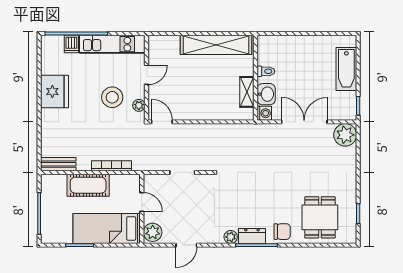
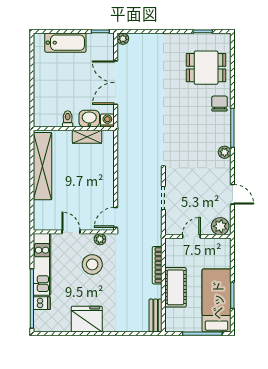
plant: (345, 135) -> (123, 39), width x0.53, depth x0.53
bed: (107, 228) -> (217, 300), moved, turned 180
dresser: (252, 236) -> (224, 132), removed

